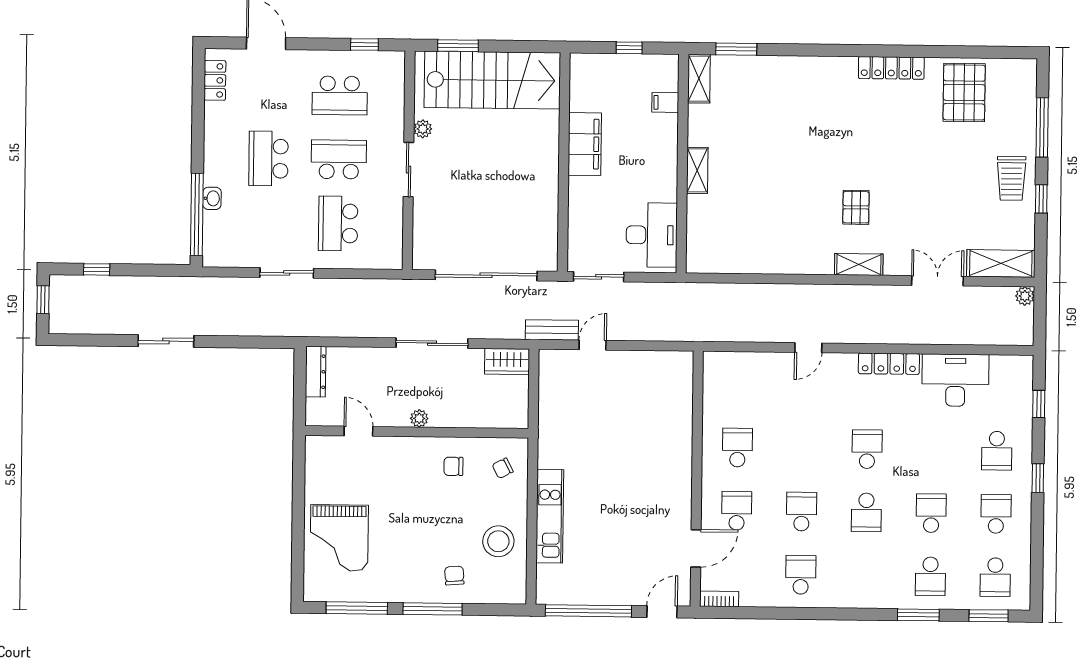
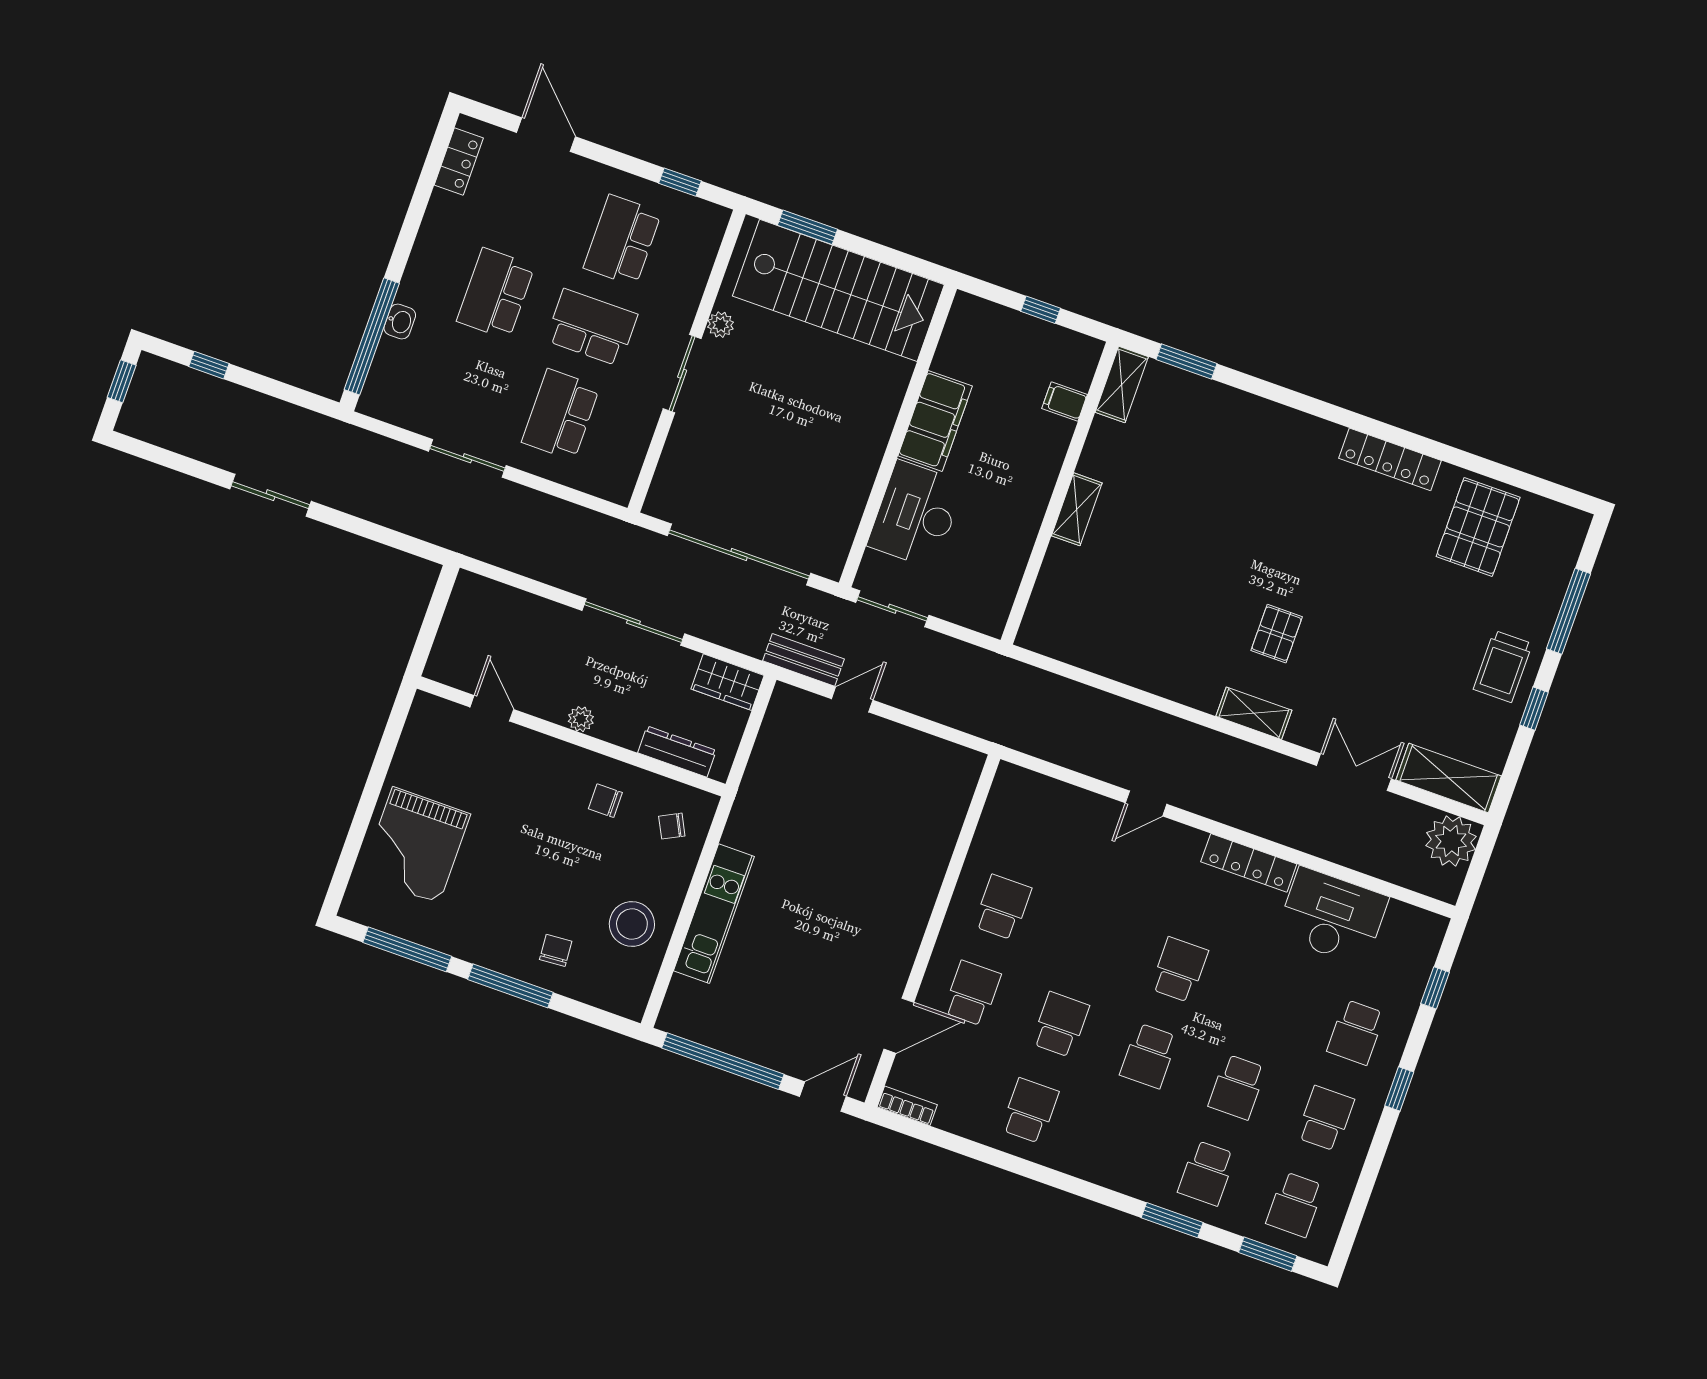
school desk: (340, 95) -> (622, 240), turned 90
desk: (652, 235) -> (916, 514), moved, turned 180
plant: (1025, 296) -> (1451, 841), width x1.88, depth x1.88
dresser: (316, 372) -> (677, 752), moved, turned -90
school desk: (931, 513) -> (1237, 1087), turned 180

